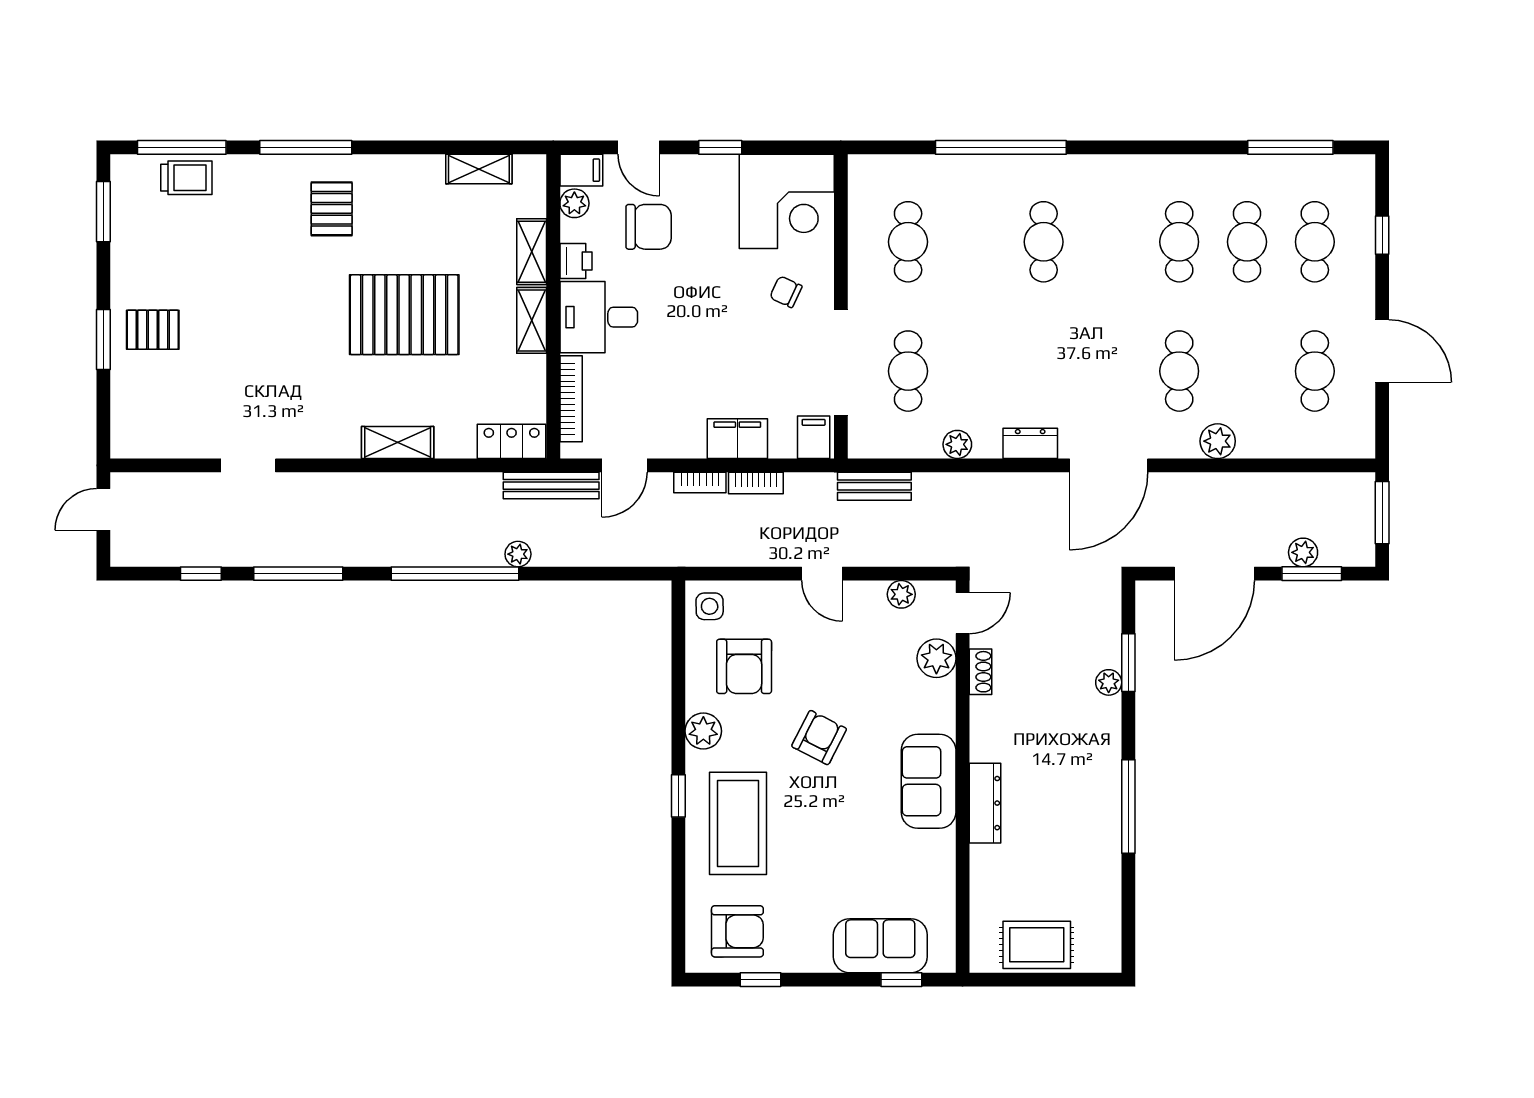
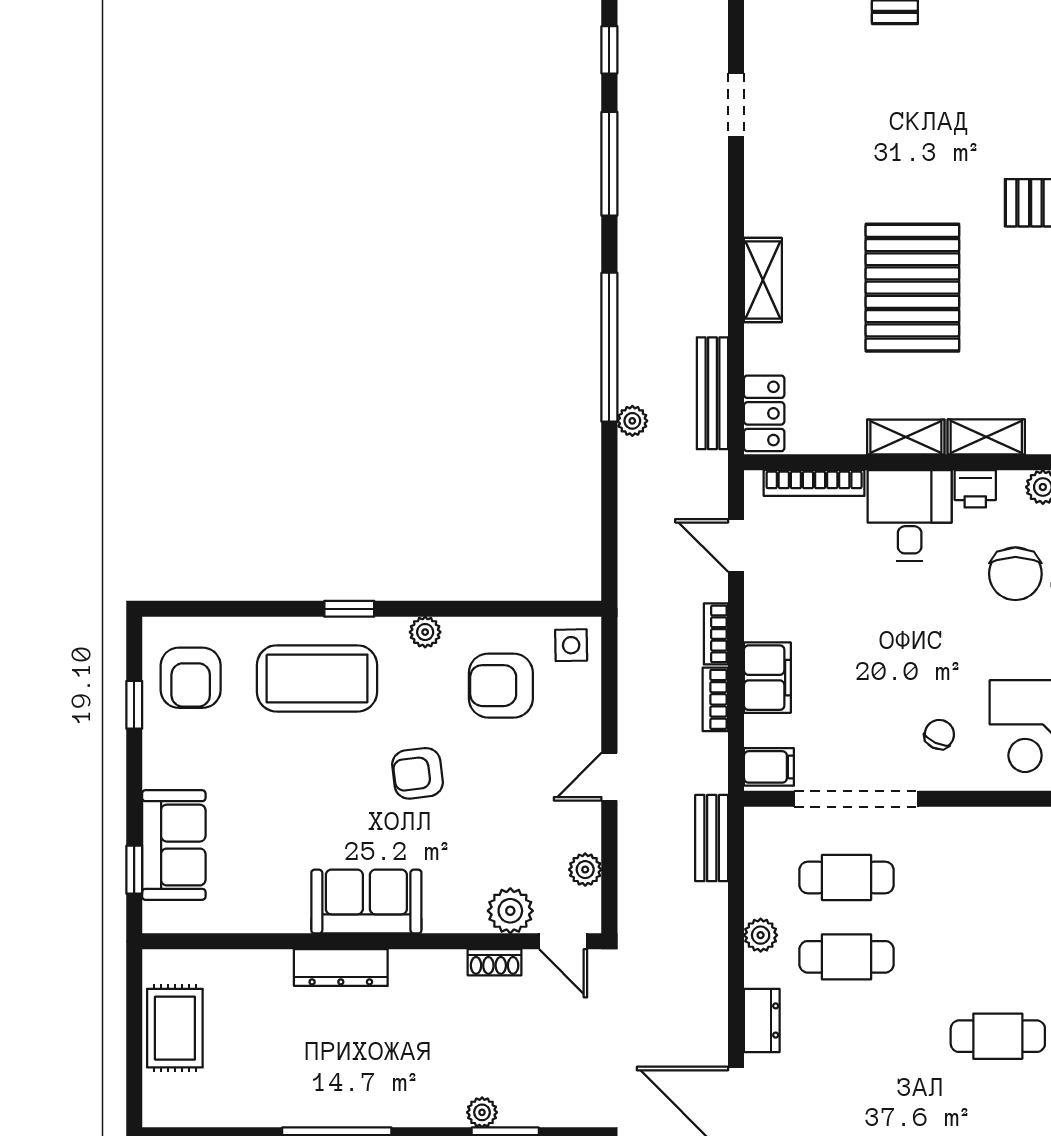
cafe table: (908, 242) -> (847, 957), moved
bench: (551, 486) -> (712, 393), moved
plant: (703, 731) -> (425, 632), width x0.73, depth x0.73
armchair: (819, 738) -> (417, 773), turned 146

